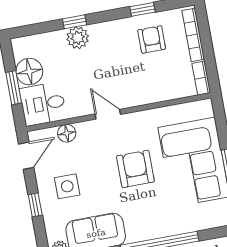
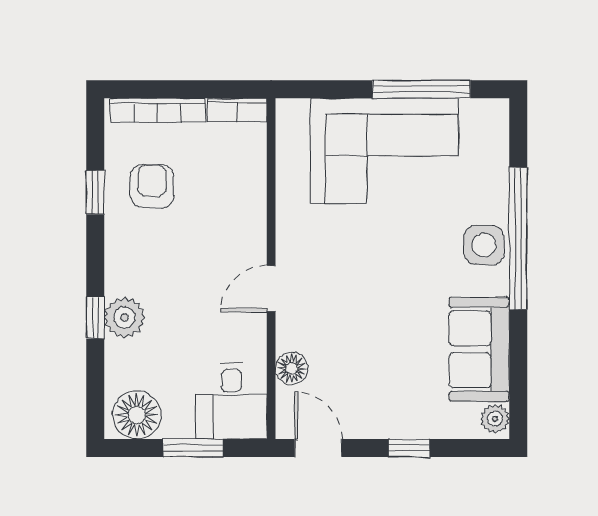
armchair: (152, 39) -> (152, 186), turned 90
floor lamp: (29, 72) -> (137, 415), moved
armchair: (135, 169) -> (378, 257), removed
side table: (67, 186) -> (484, 245), moved

